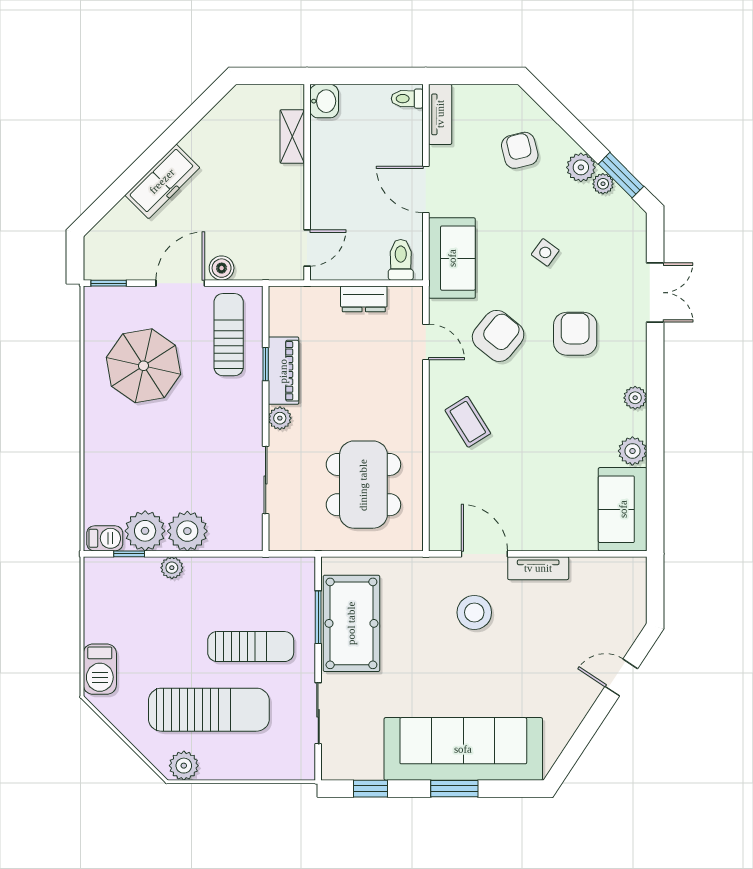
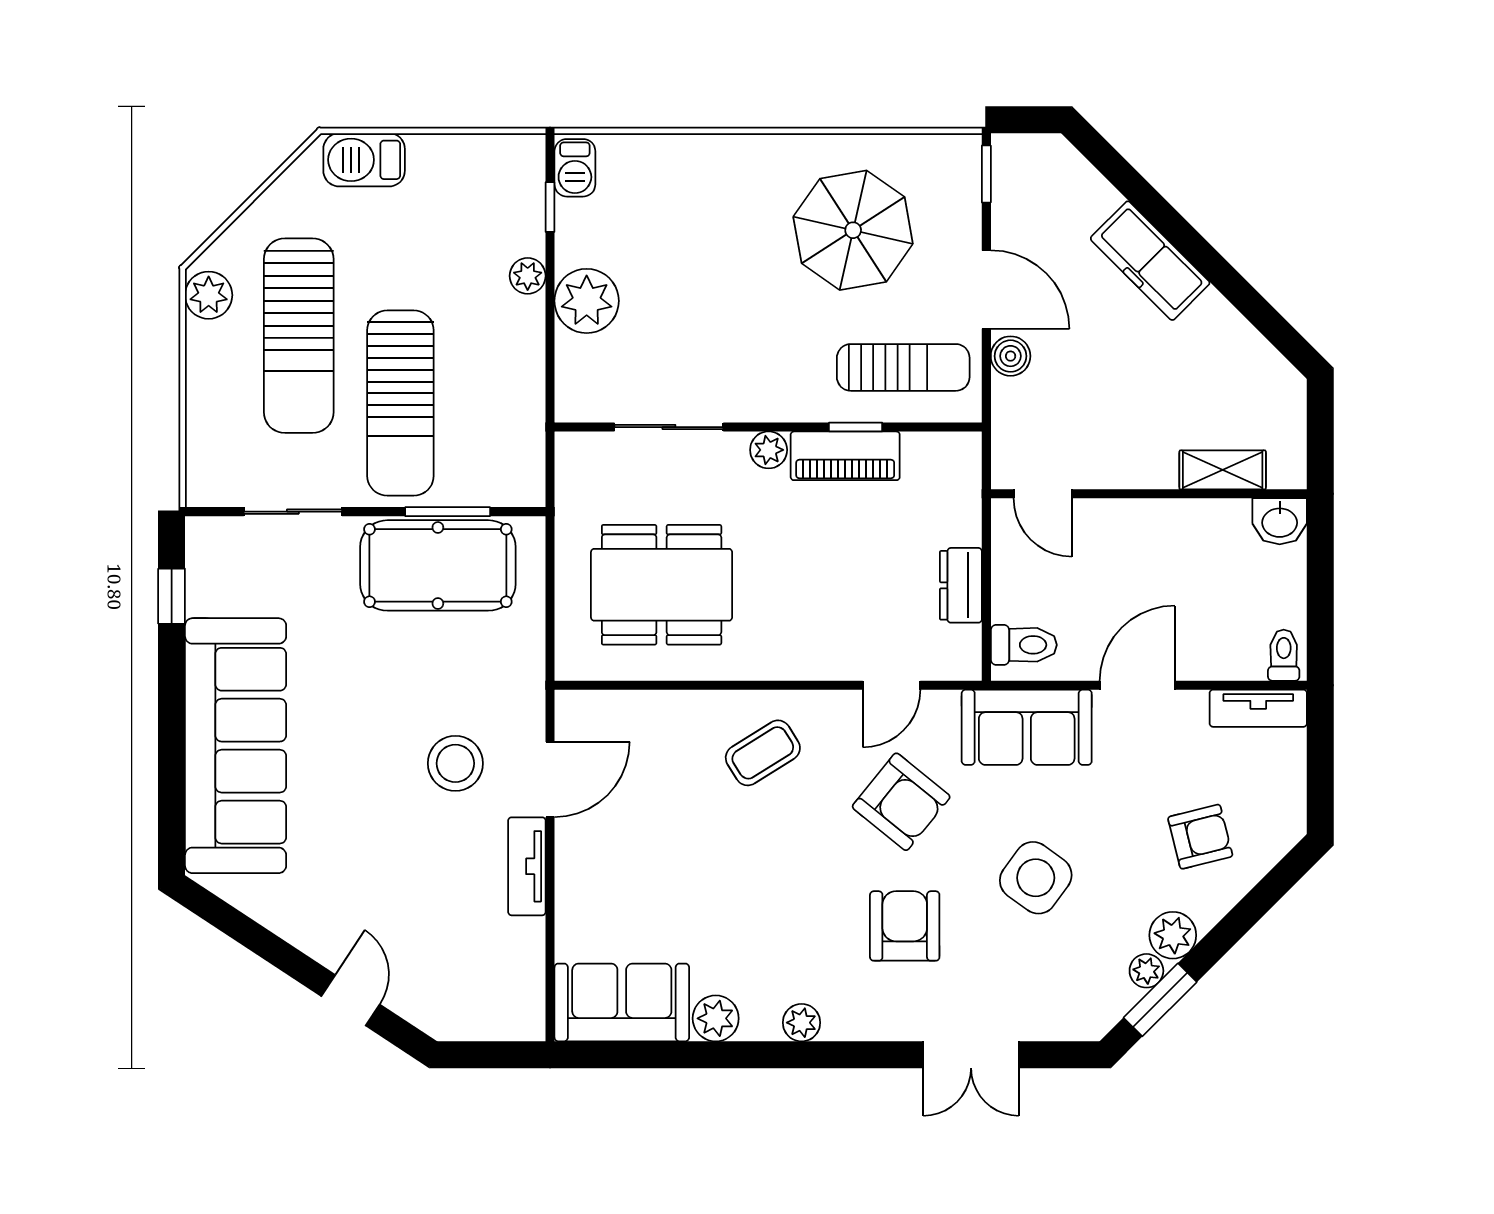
side table: (545, 252) -> (1036, 878), width x1.87, depth x1.87
armchair: (575, 334) -> (905, 926), turned -90
plant: (145, 531) -> (587, 233), removed
sun lounger: (251, 647) -> (400, 403), width x1.36, depth x1.34
window: (454, 789) -> (172, 731), removed

